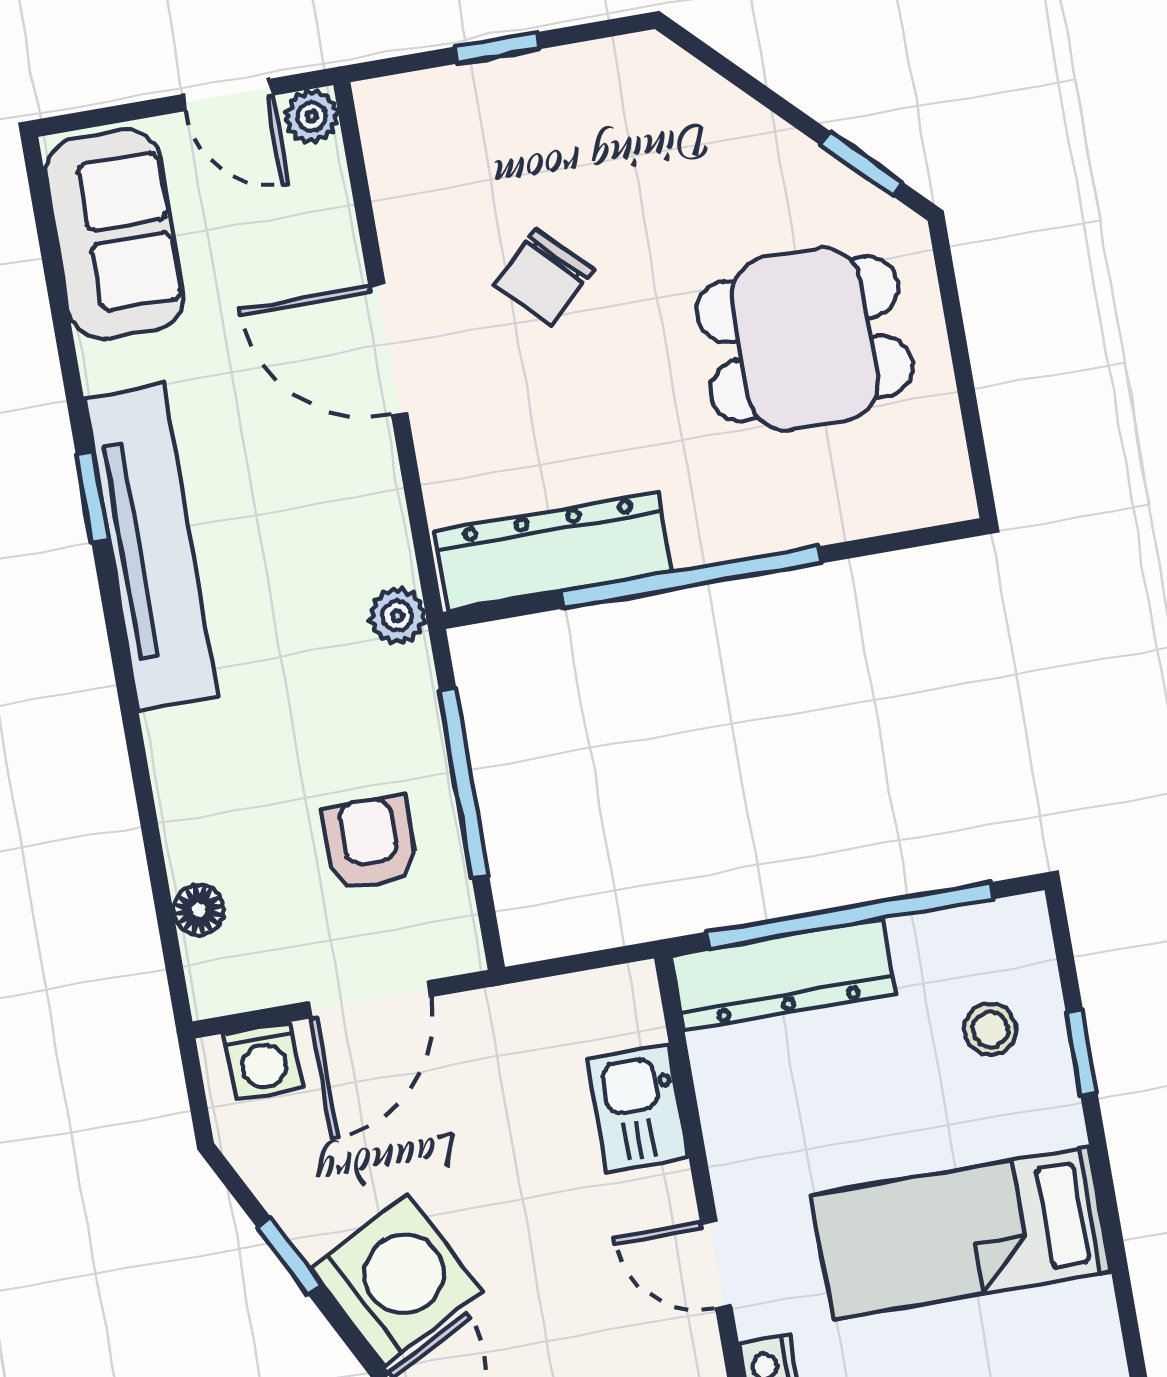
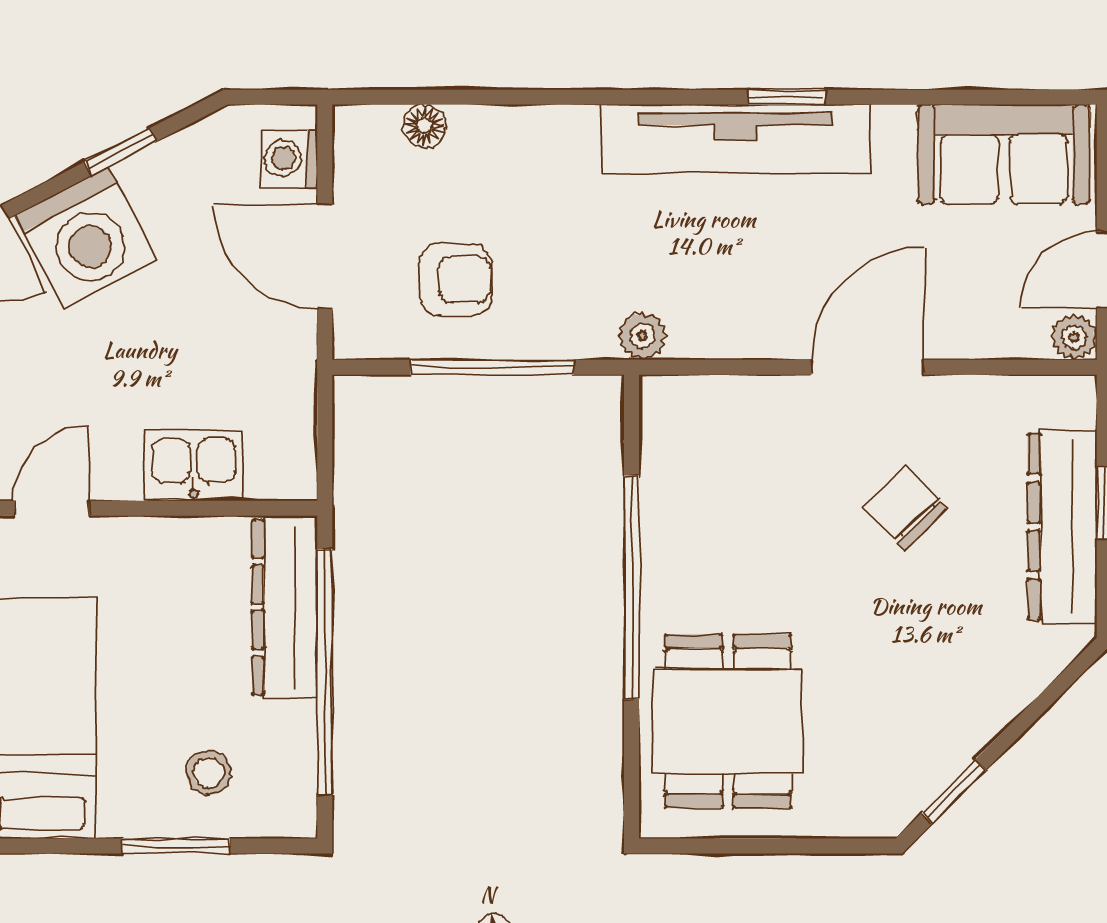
dining table: (805, 339) -> (728, 721), moved
dresser: (553, 551) -> (1062, 527), moved, turned 180
window: (1082, 1052) -> (176, 846), width x1.50

